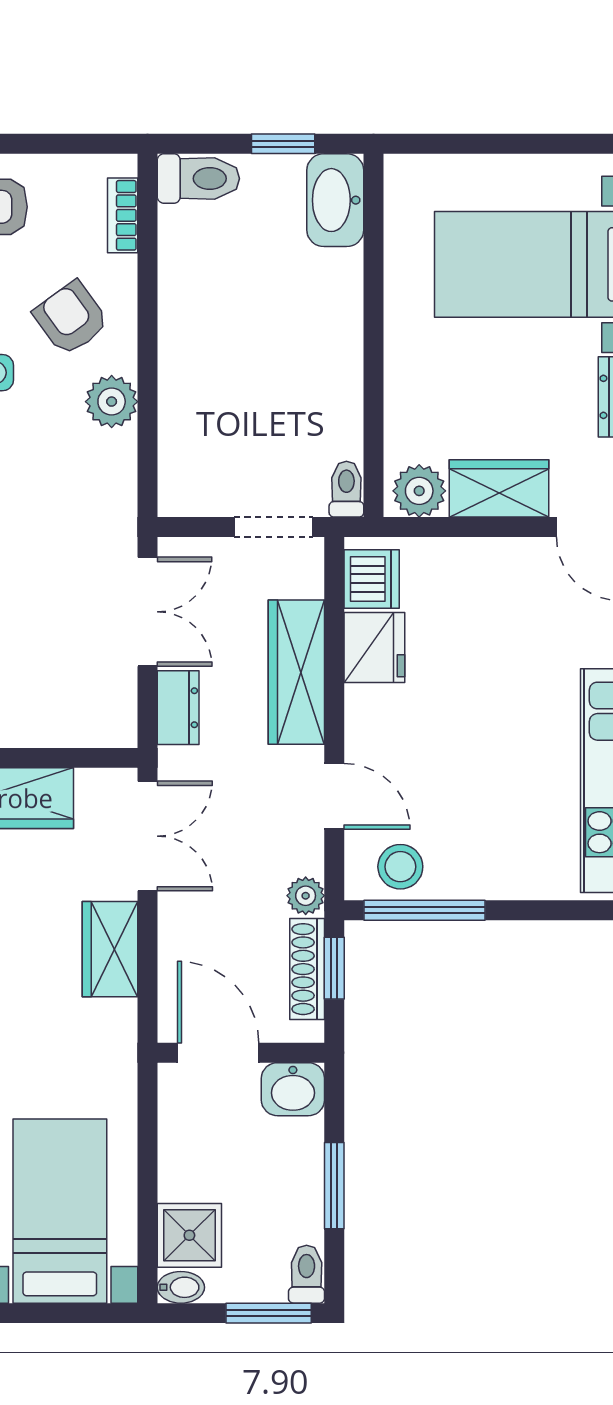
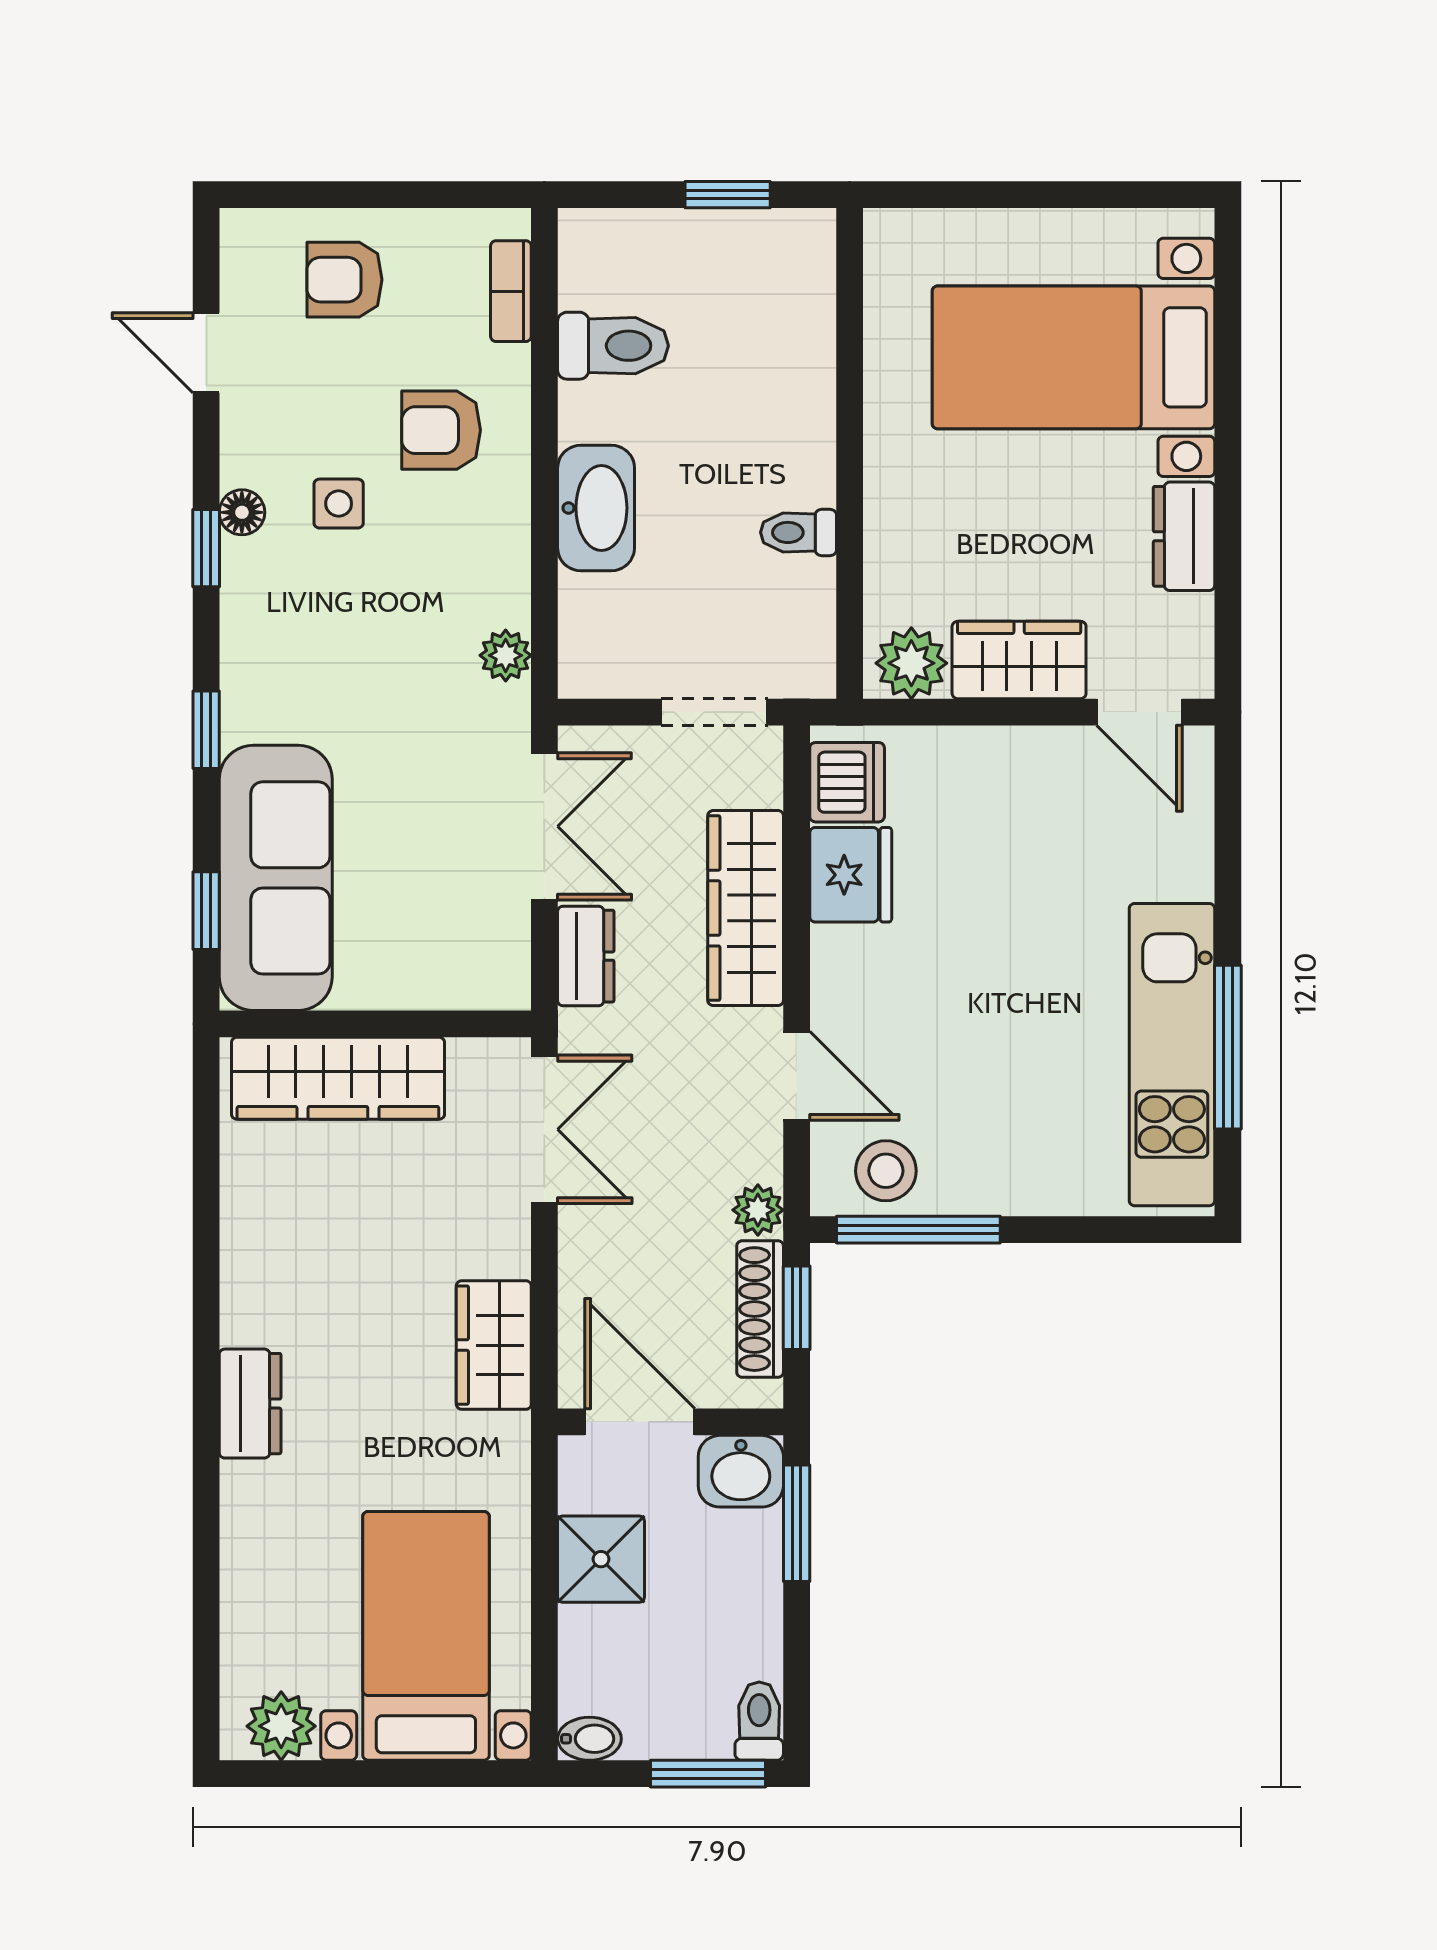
toilet: (198, 179) -> (613, 346), moved
washbasin: (335, 200) -> (596, 508), moved, turned 180
armchair: (71, 318) -> (441, 430), turned -54
plant: (112, 402) -> (506, 655), moved, width x0.73, depth x0.73
toilet: (346, 489) -> (798, 532), moved, turned -90
wardrobe: (110, 949) -> (494, 1345), moved
window: (334, 1186) -> (797, 1523), moved
shower: (189, 1235) -> (601, 1559), moved

